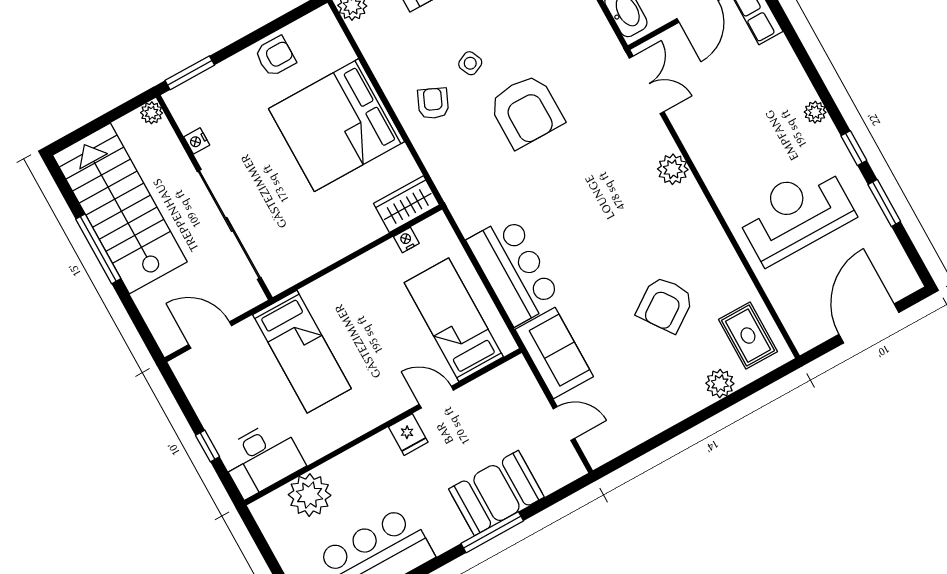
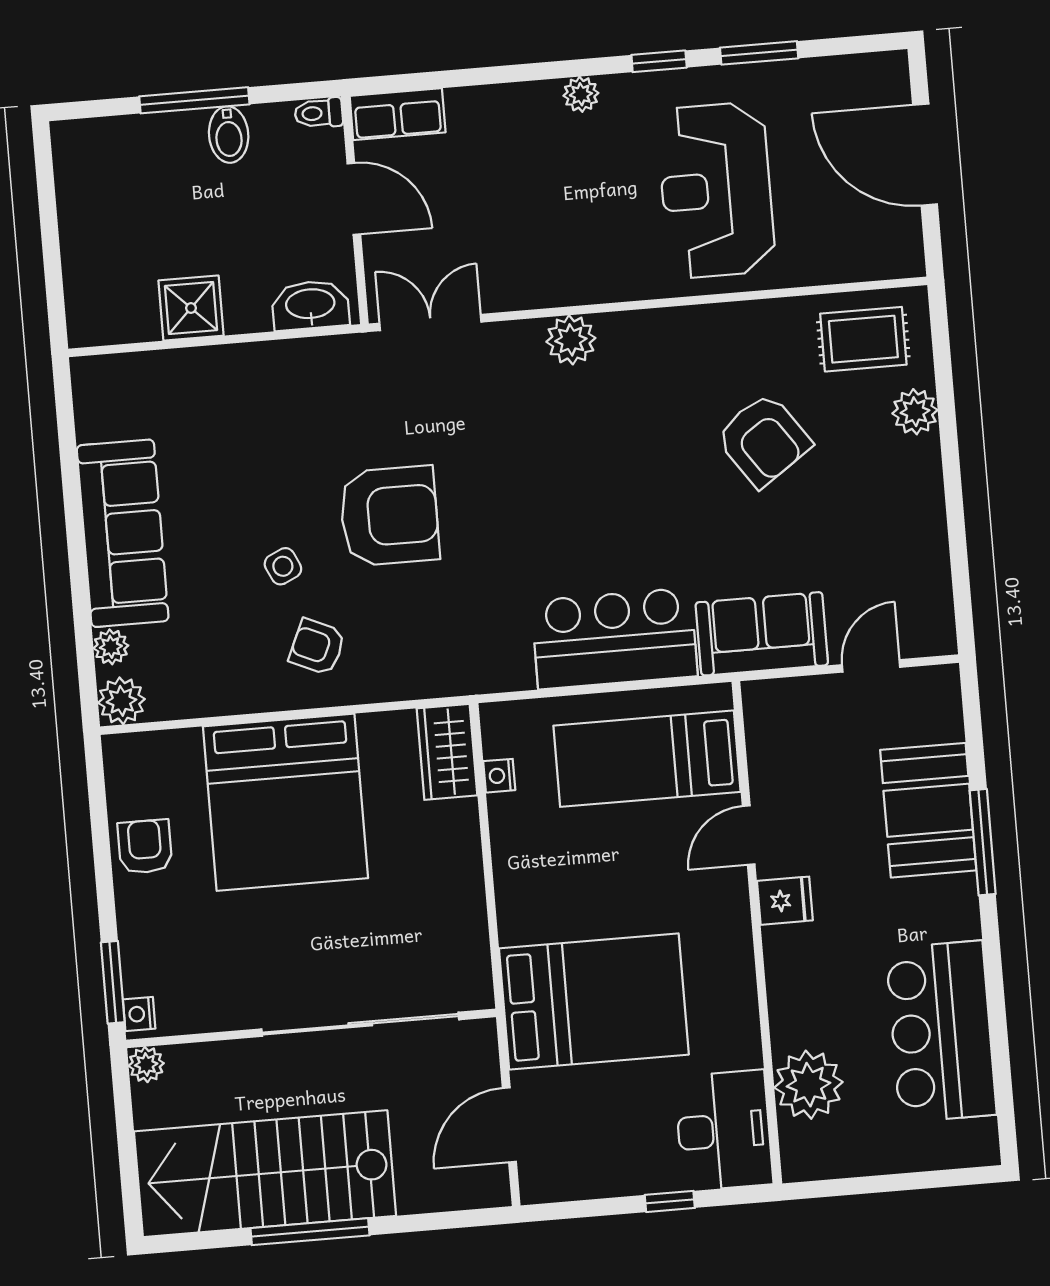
nightstand: (197, 141) -> (139, 1014), moved, turned 90
bed: (302, 352) -> (594, 1002), width x1.50

